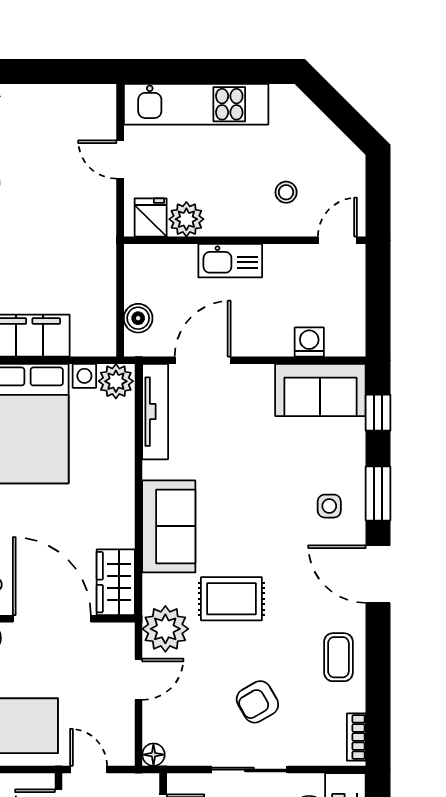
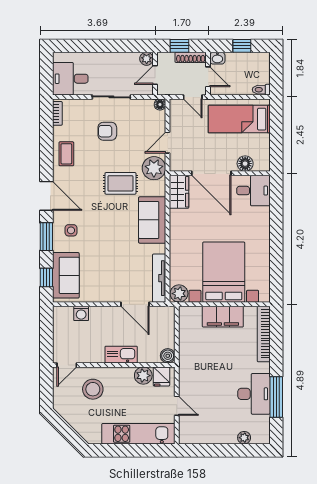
stool: (286, 192) -> (93, 389), width x1.89, depth x1.89
boiler: (138, 318) -> (168, 356), moved
door: (203, 360) -> (135, 304), hinge flipped
sofa: (320, 390) -> (66, 275), moved, turned 90
armchair: (257, 702) -> (107, 131), turned -150

